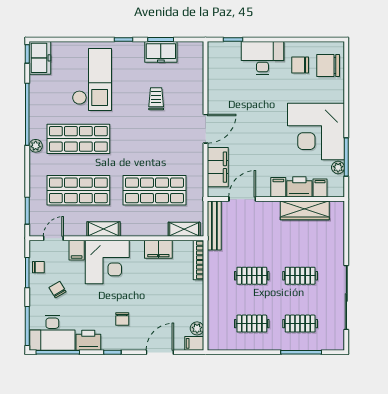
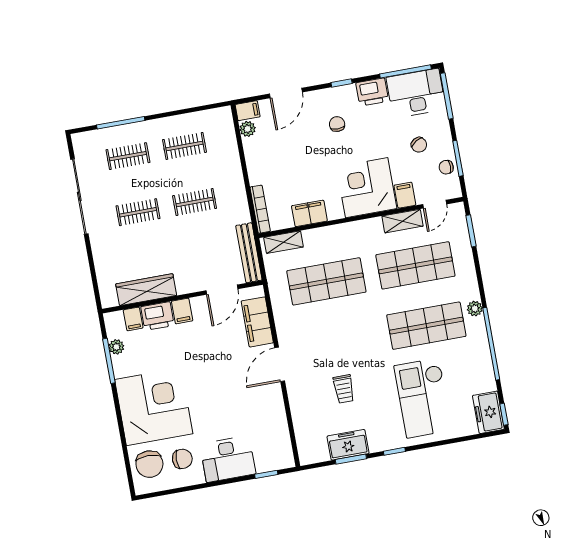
chair: (328, 66) -> (149, 464), turned 90
corner desk: (316, 131) -> (154, 407), moved
shelving: (103, 229) -> (403, 221), moved

